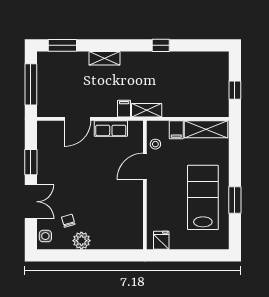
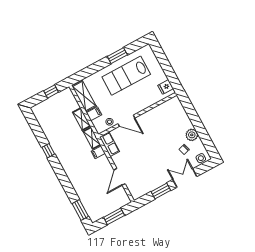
shelving: (104, 58) -> (82, 119), moved
window: (31, 84) -> (114, 216), width x0.69
door: (78, 119) -> (120, 177), swing flipped
row of seats: (111, 129) -> (109, 144), moved

